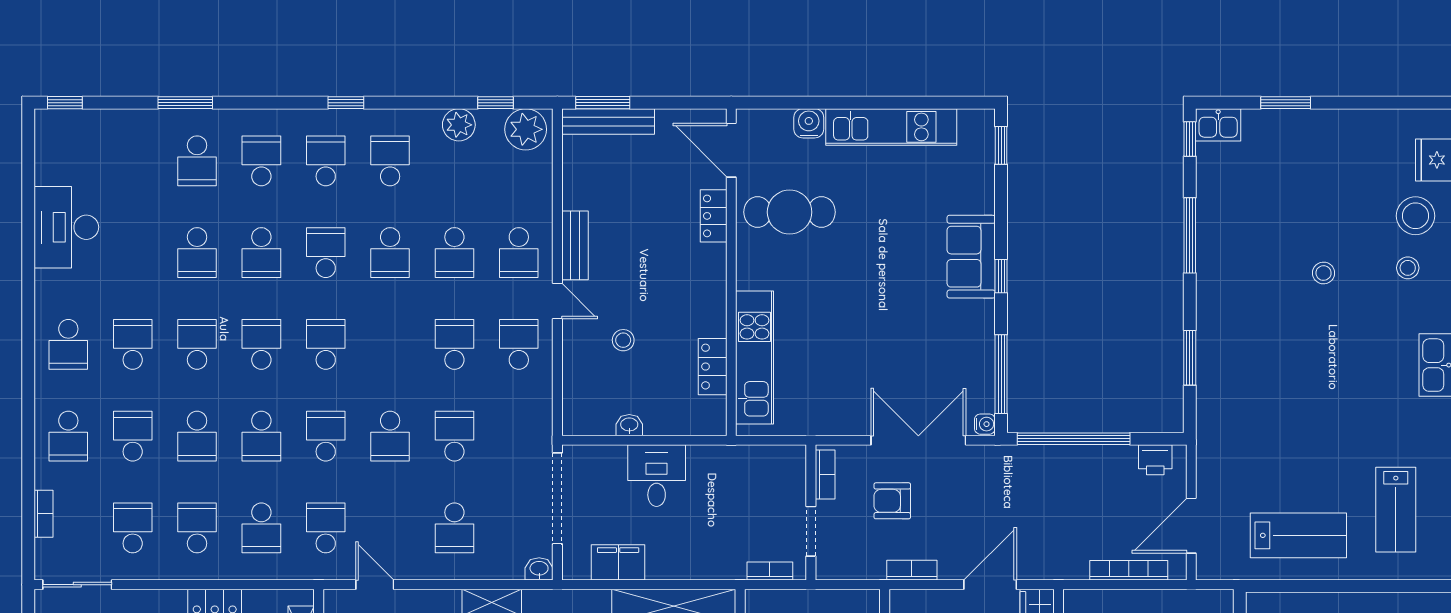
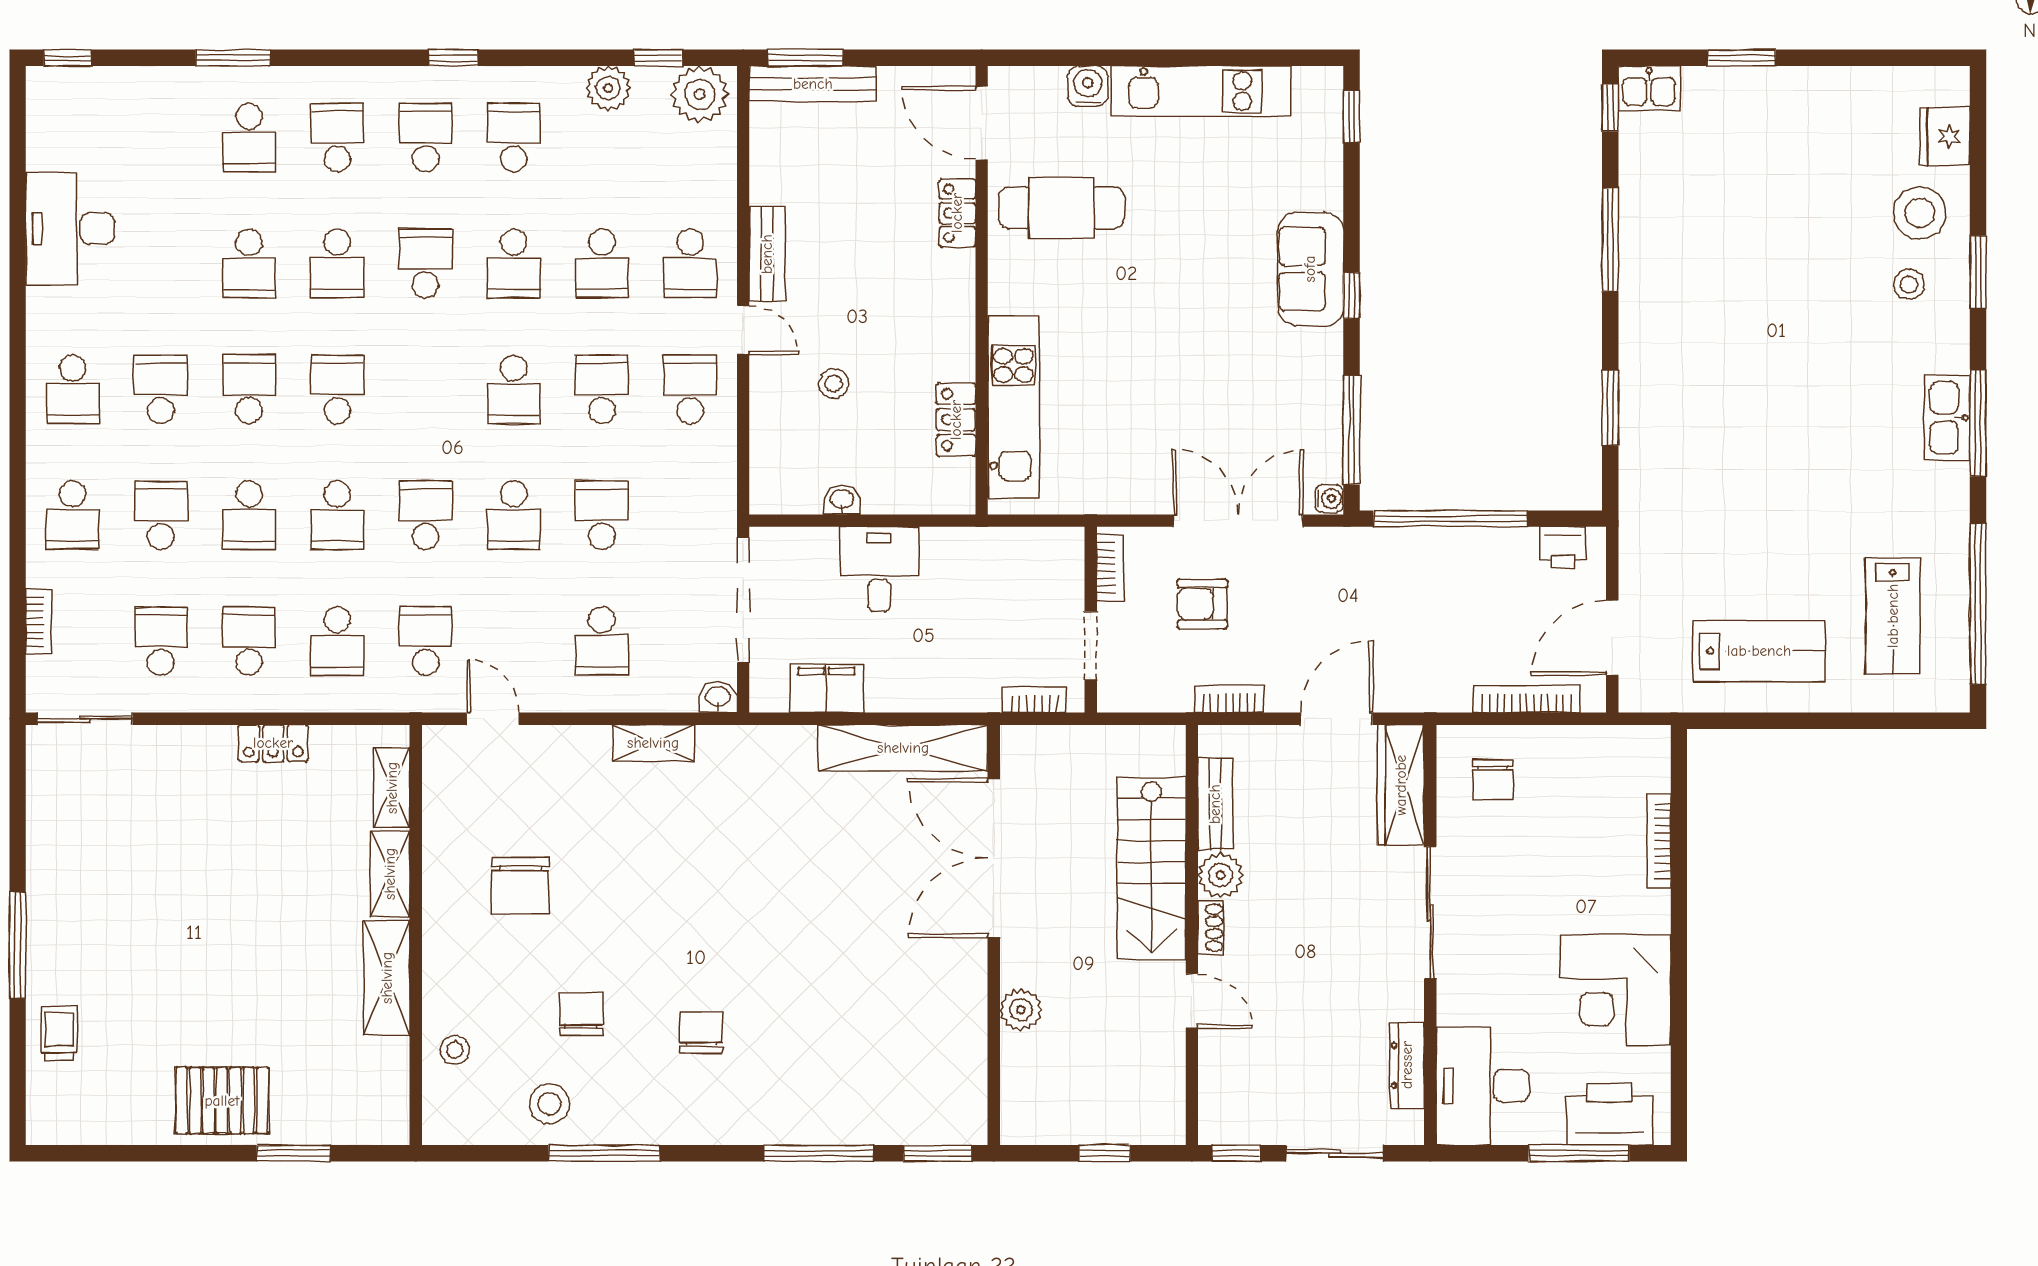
stool: (1324, 273) -> (1794, 291), removed
school desk: (326, 344) -> (514, 389), moved, turned 180

